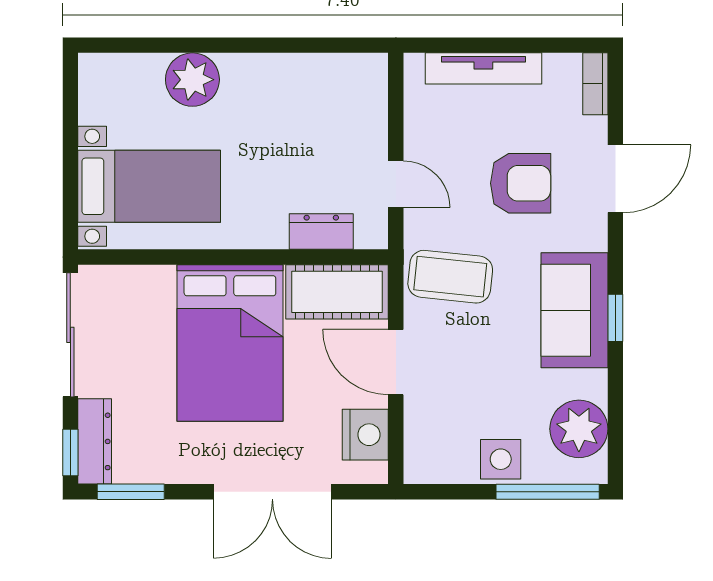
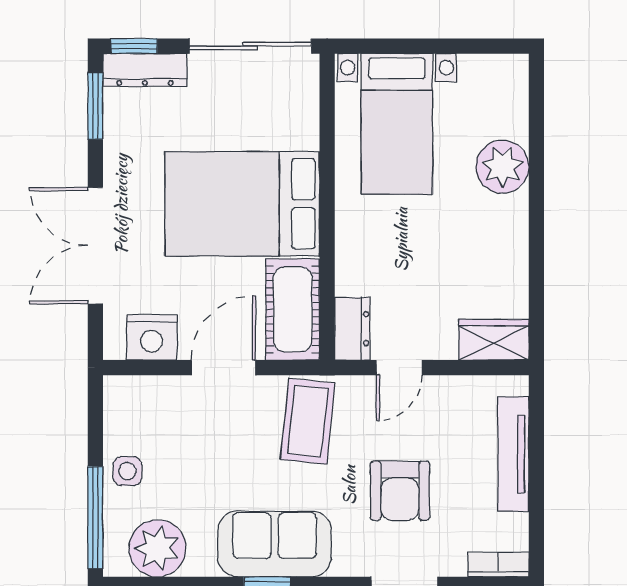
wardrobe: (368, 88) -> (494, 340), added
dresser: (321, 232) -> (352, 329), moved
side table: (501, 459) -> (127, 471), width x0.73, depth x0.73

